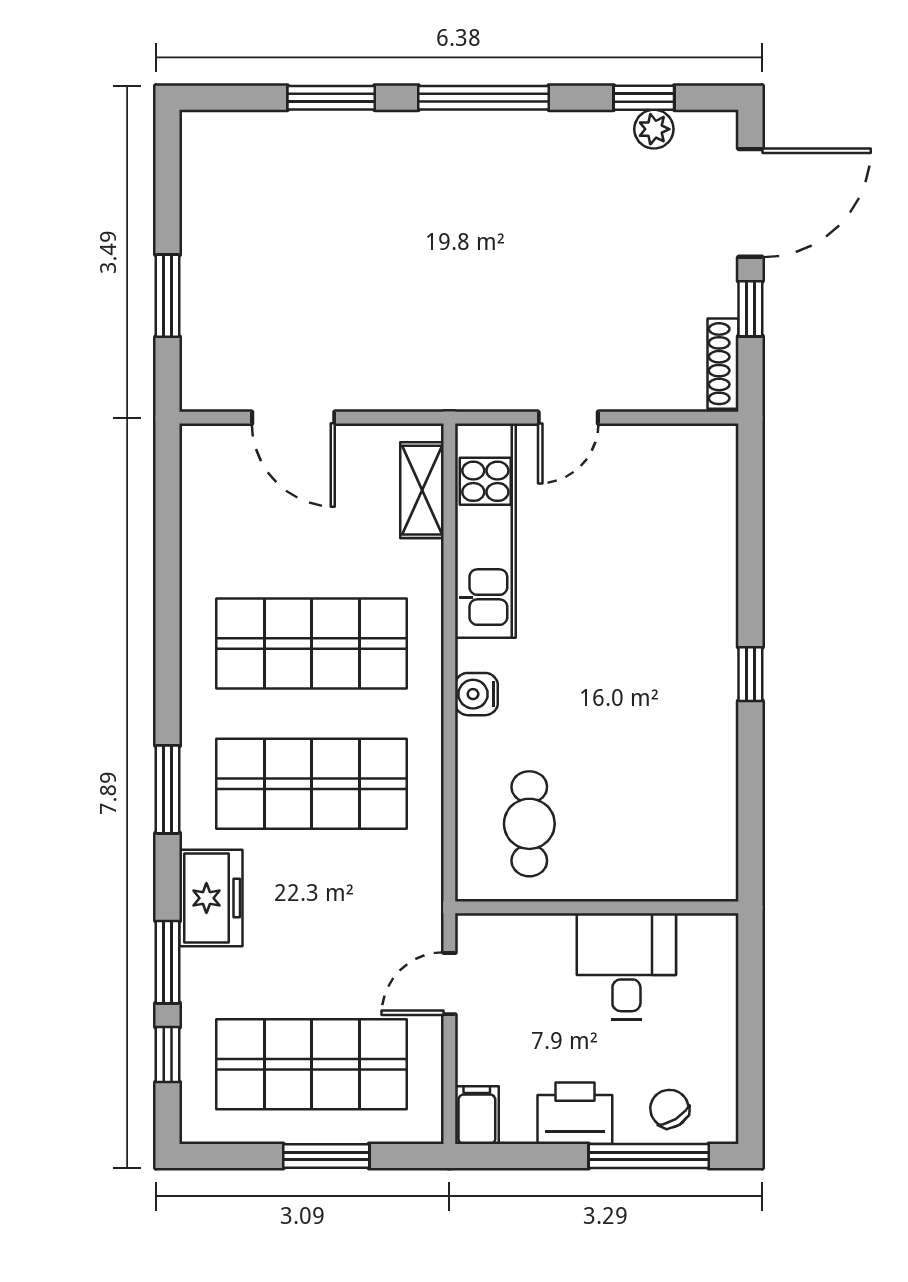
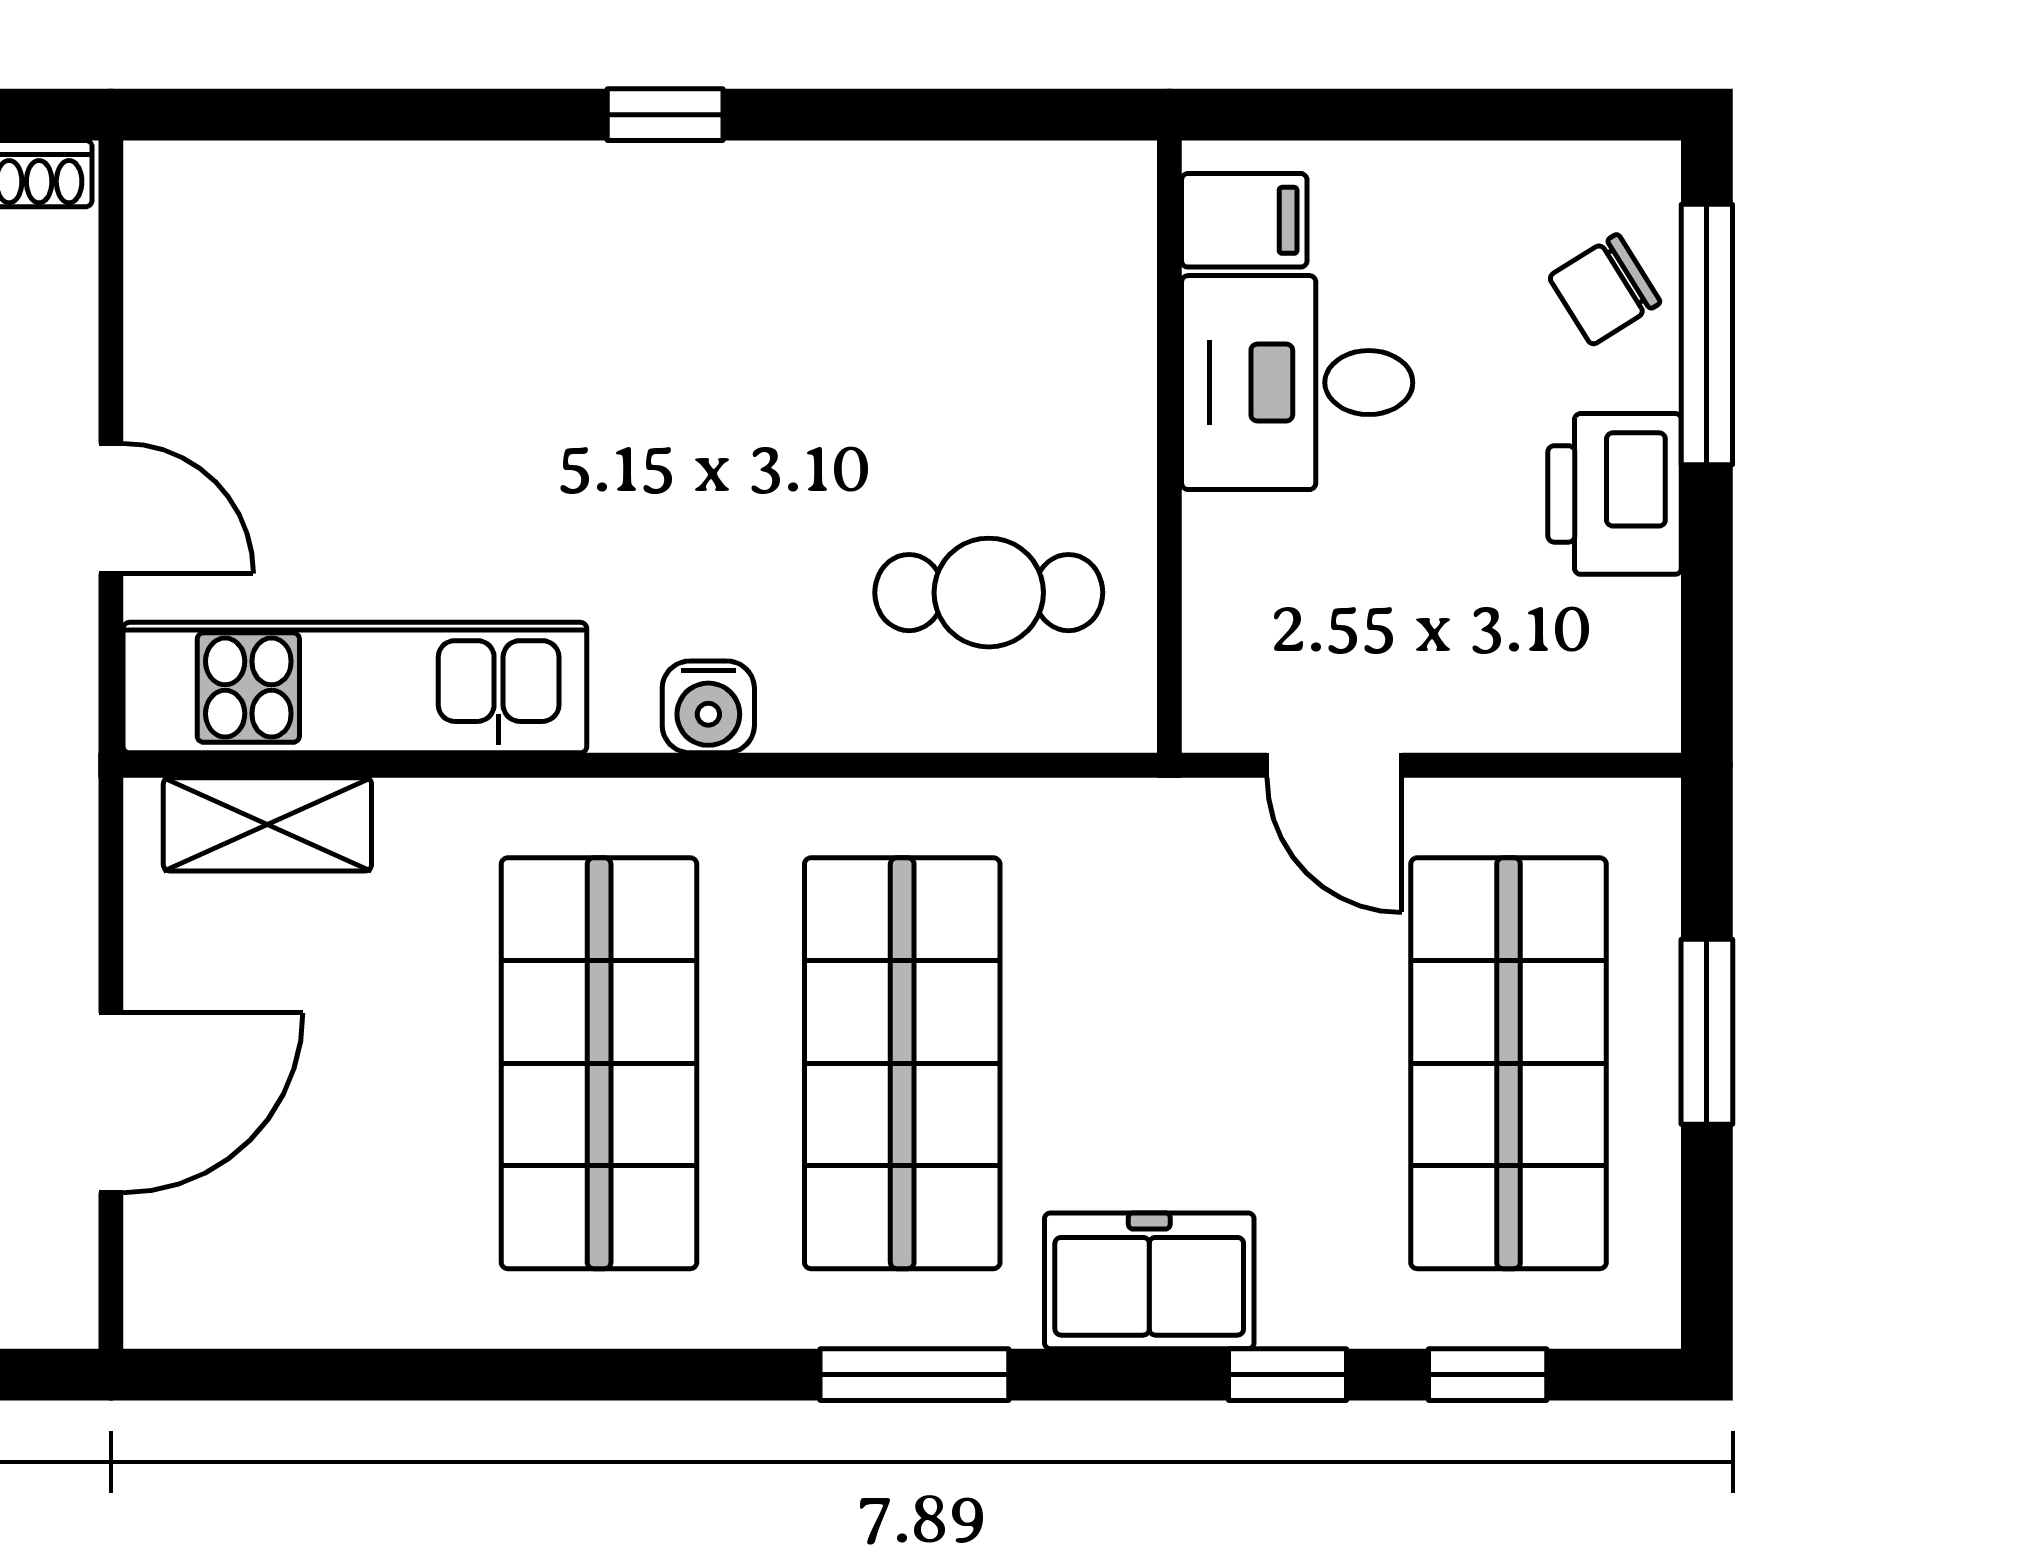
window: (168, 962) -> (1288, 1375), width x0.67
filing cabinet: (477, 1115) -> (1244, 220), moved, turned 180

